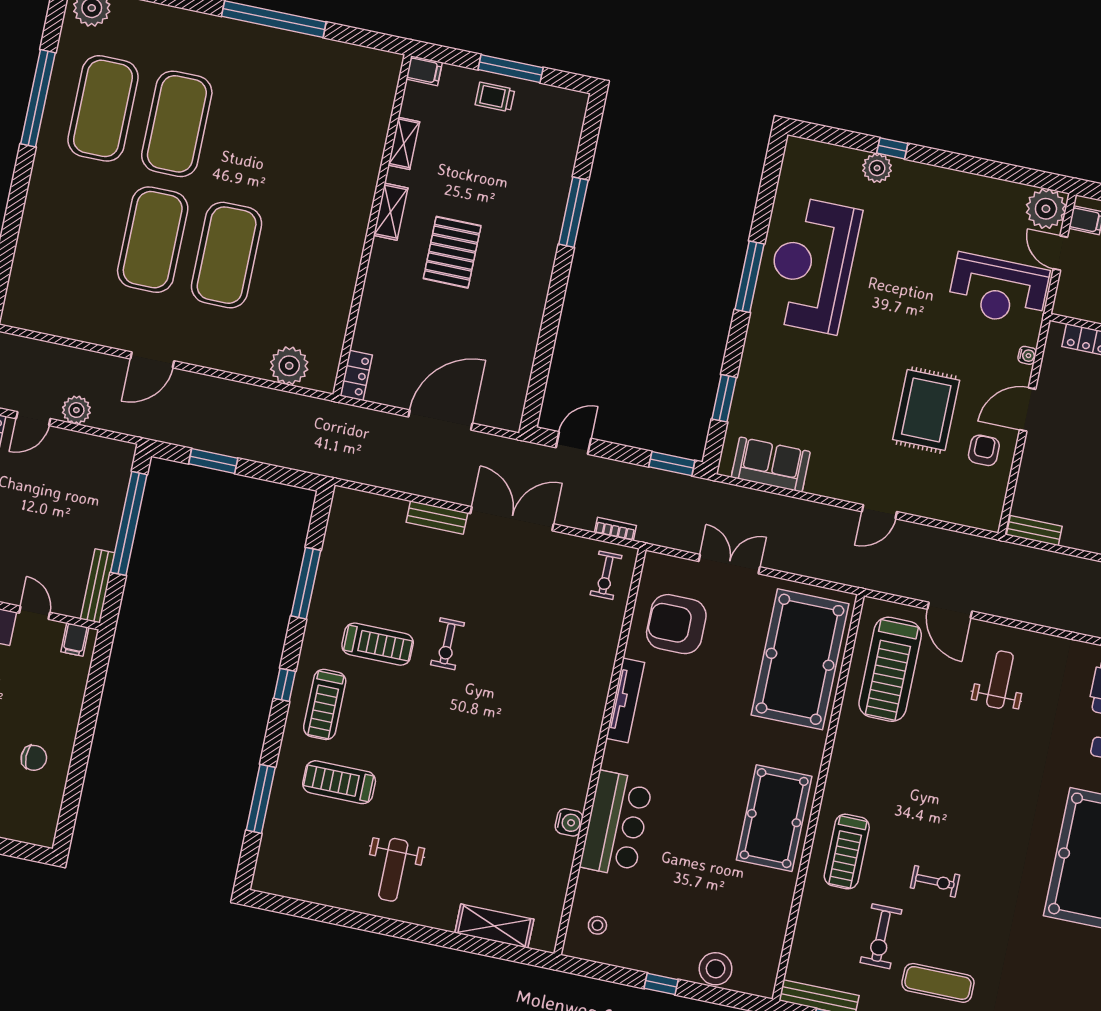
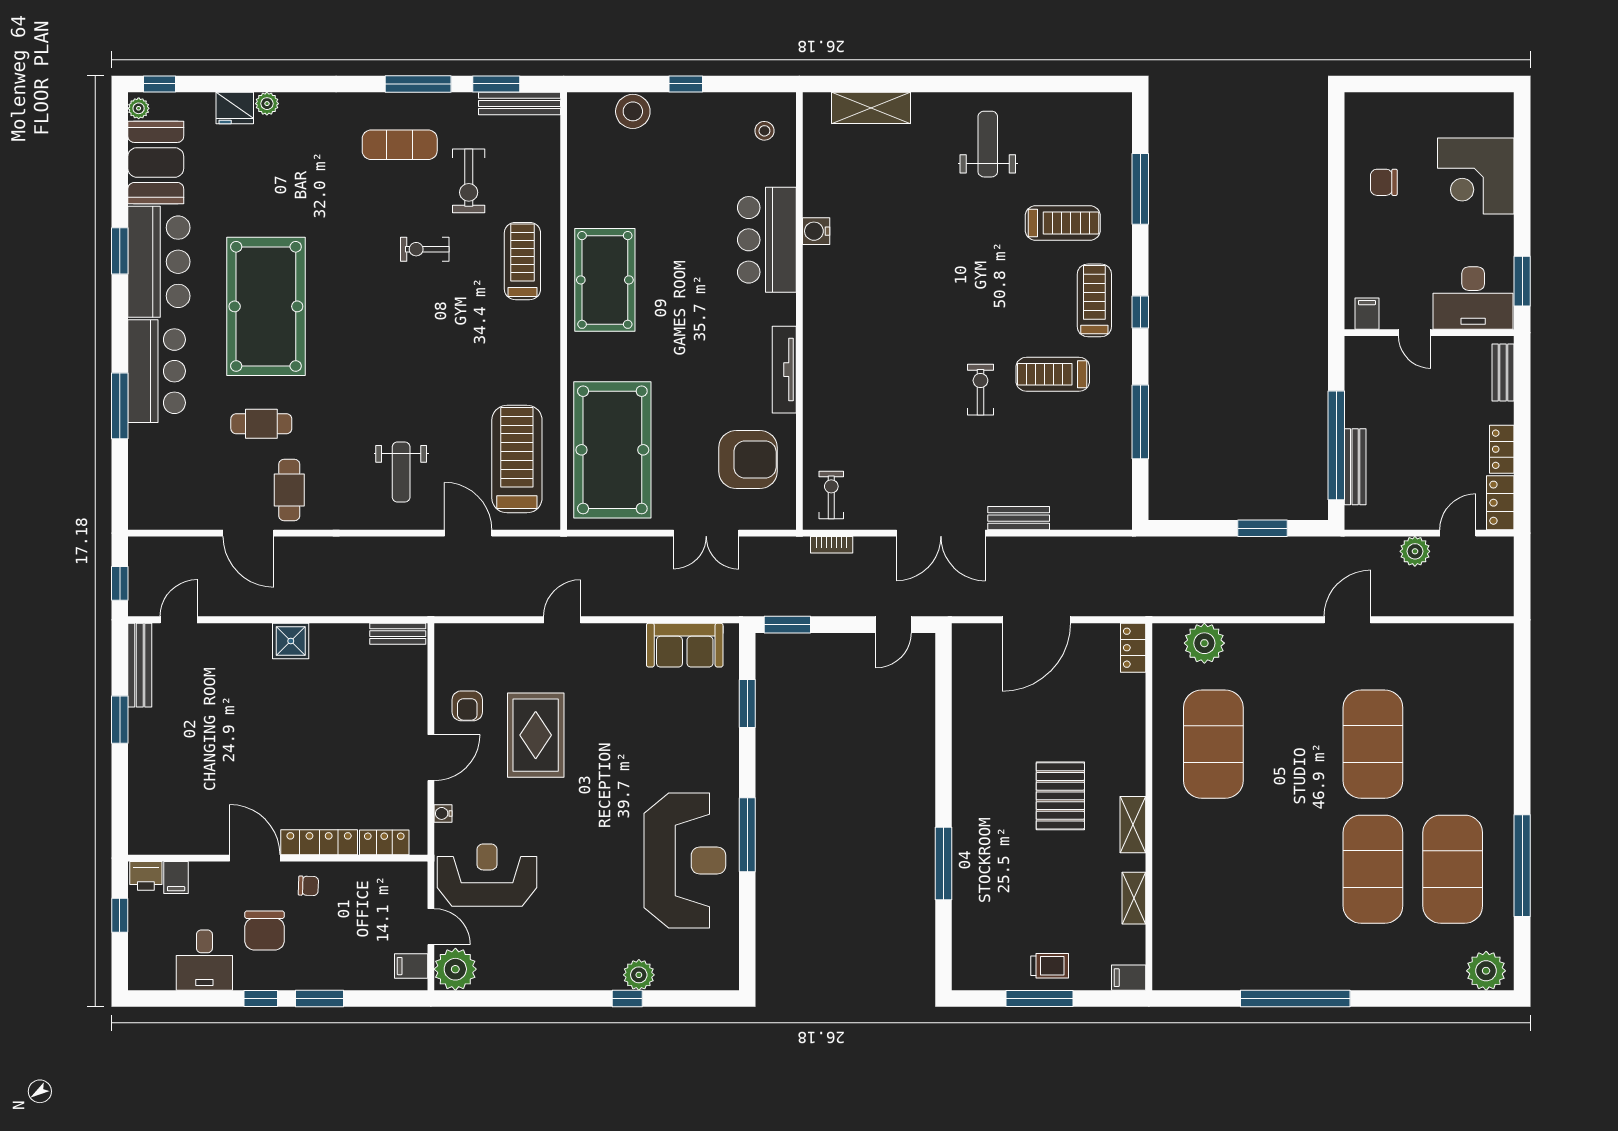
exercise mat: (227, 255) -> (1213, 744), moved
bench: (98, 586) -> (1355, 467), moved
exercise bike: (881, 936) -> (469, 181), turned 180

